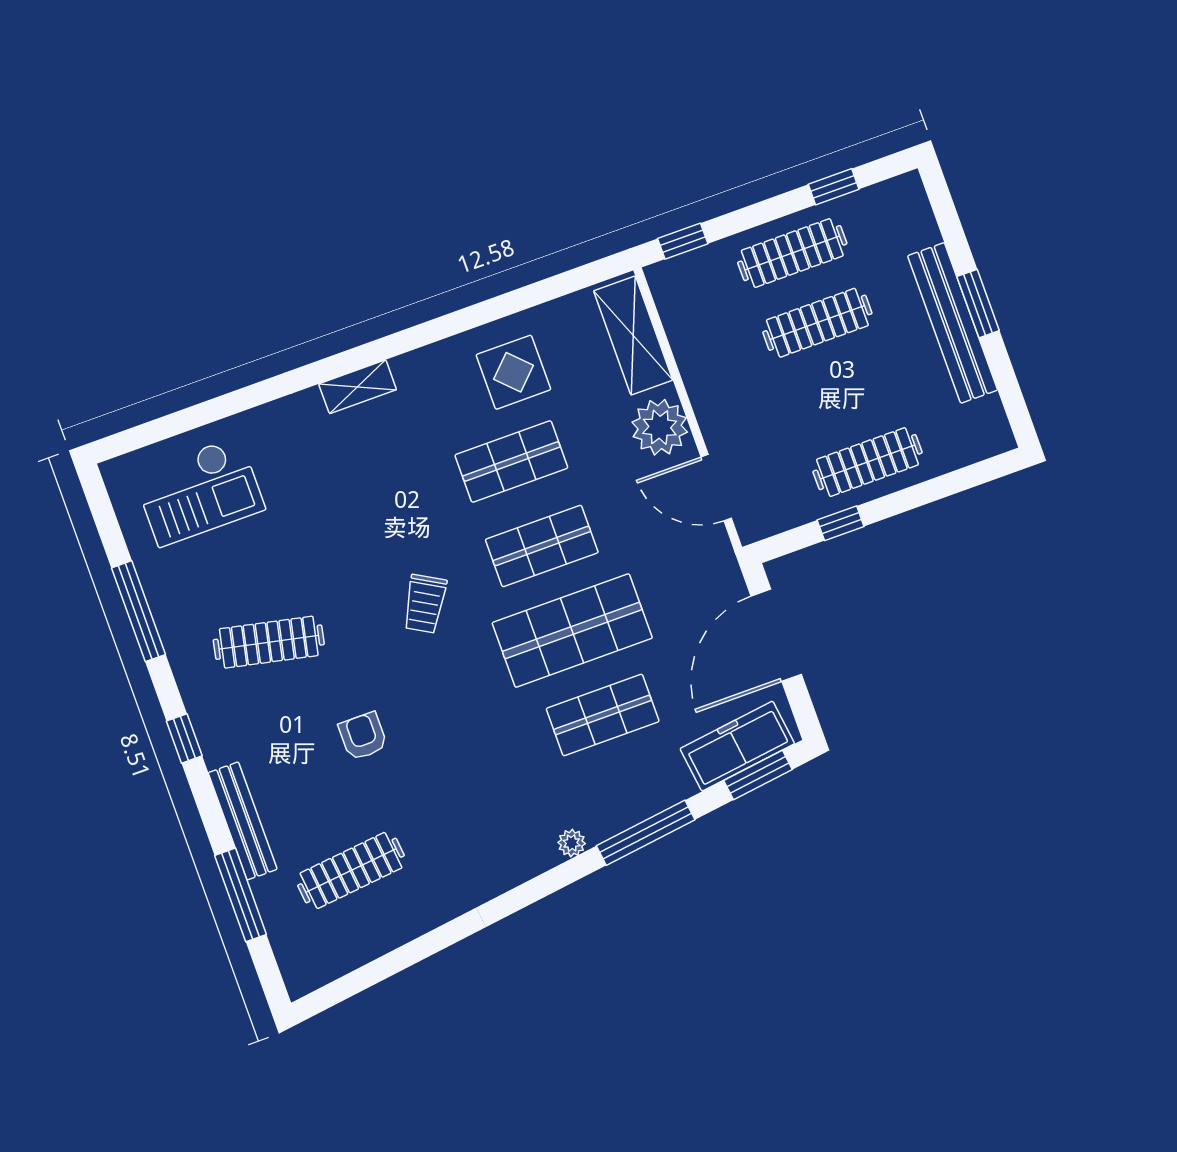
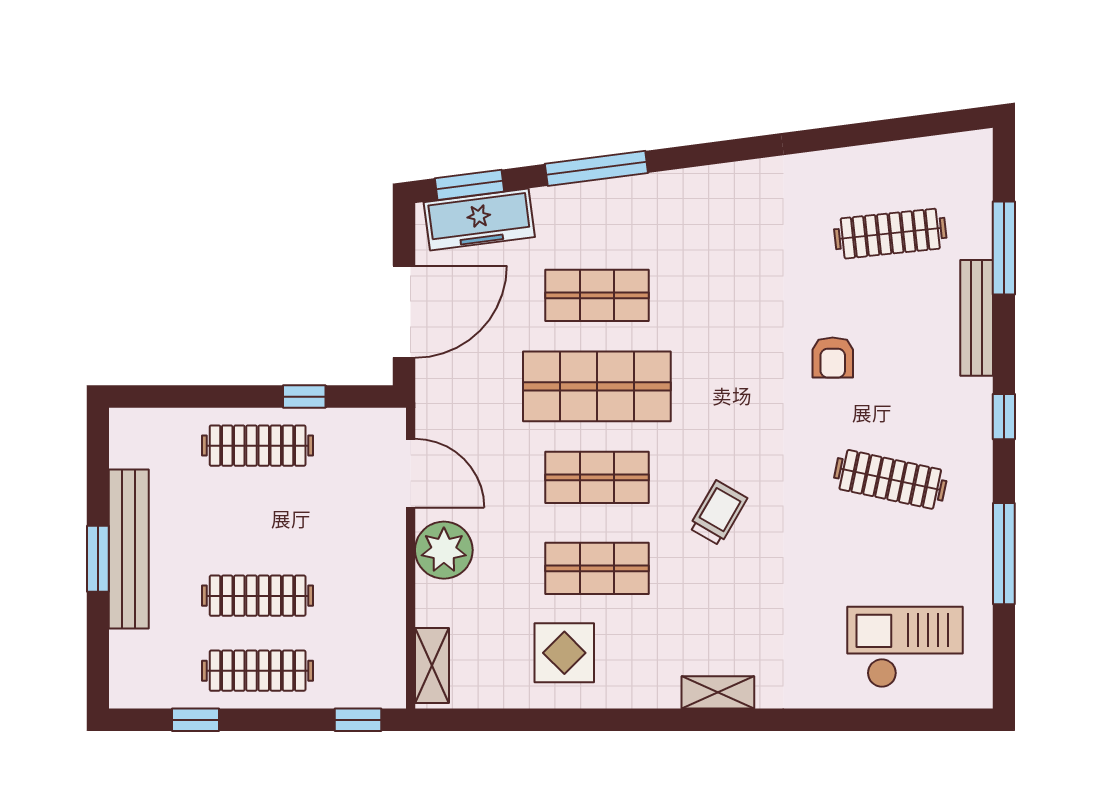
shelving: (633, 335) -> (432, 665), width x0.67, depth x0.75
trolley: (425, 604) -> (718, 513), moved
plant: (572, 843) -> (670, 184), removed

